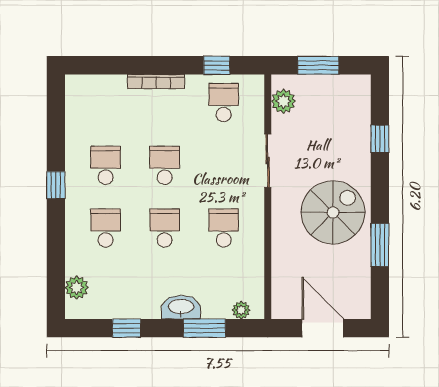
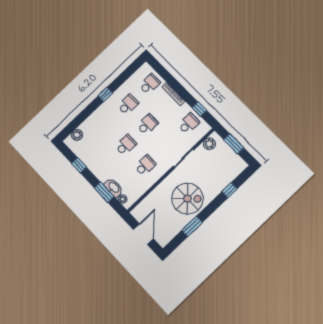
school desk: (106, 228) -> (150, 84), moved
washbasin: (181, 307) -> (114, 188), moved

